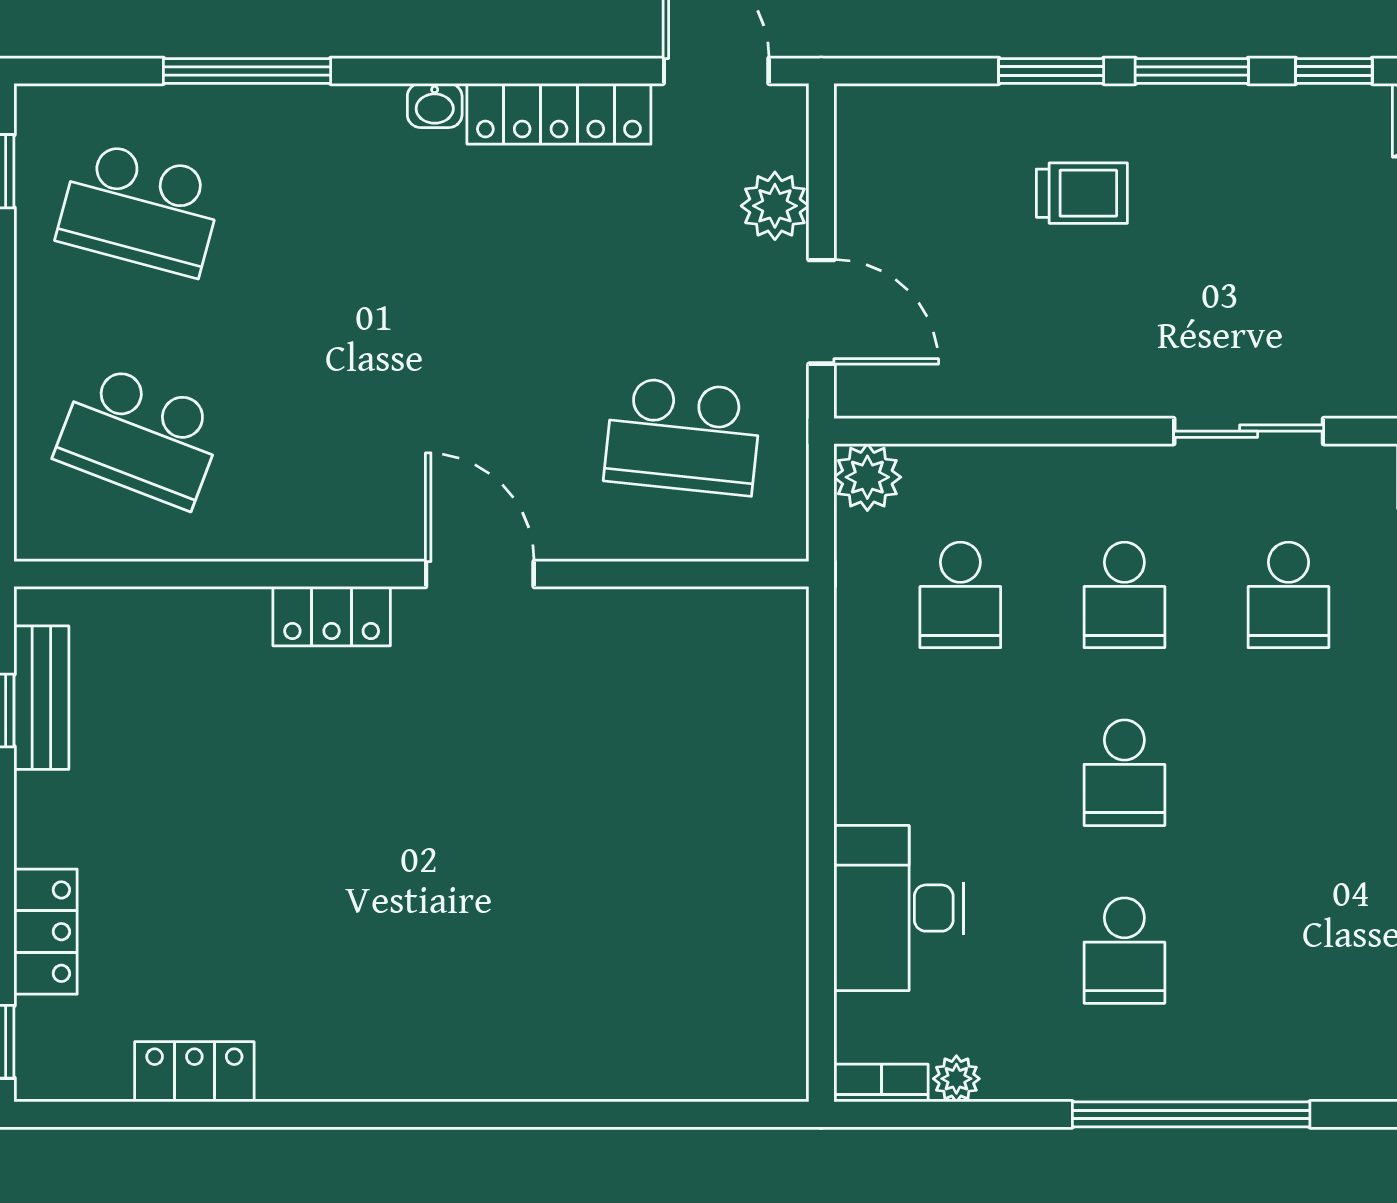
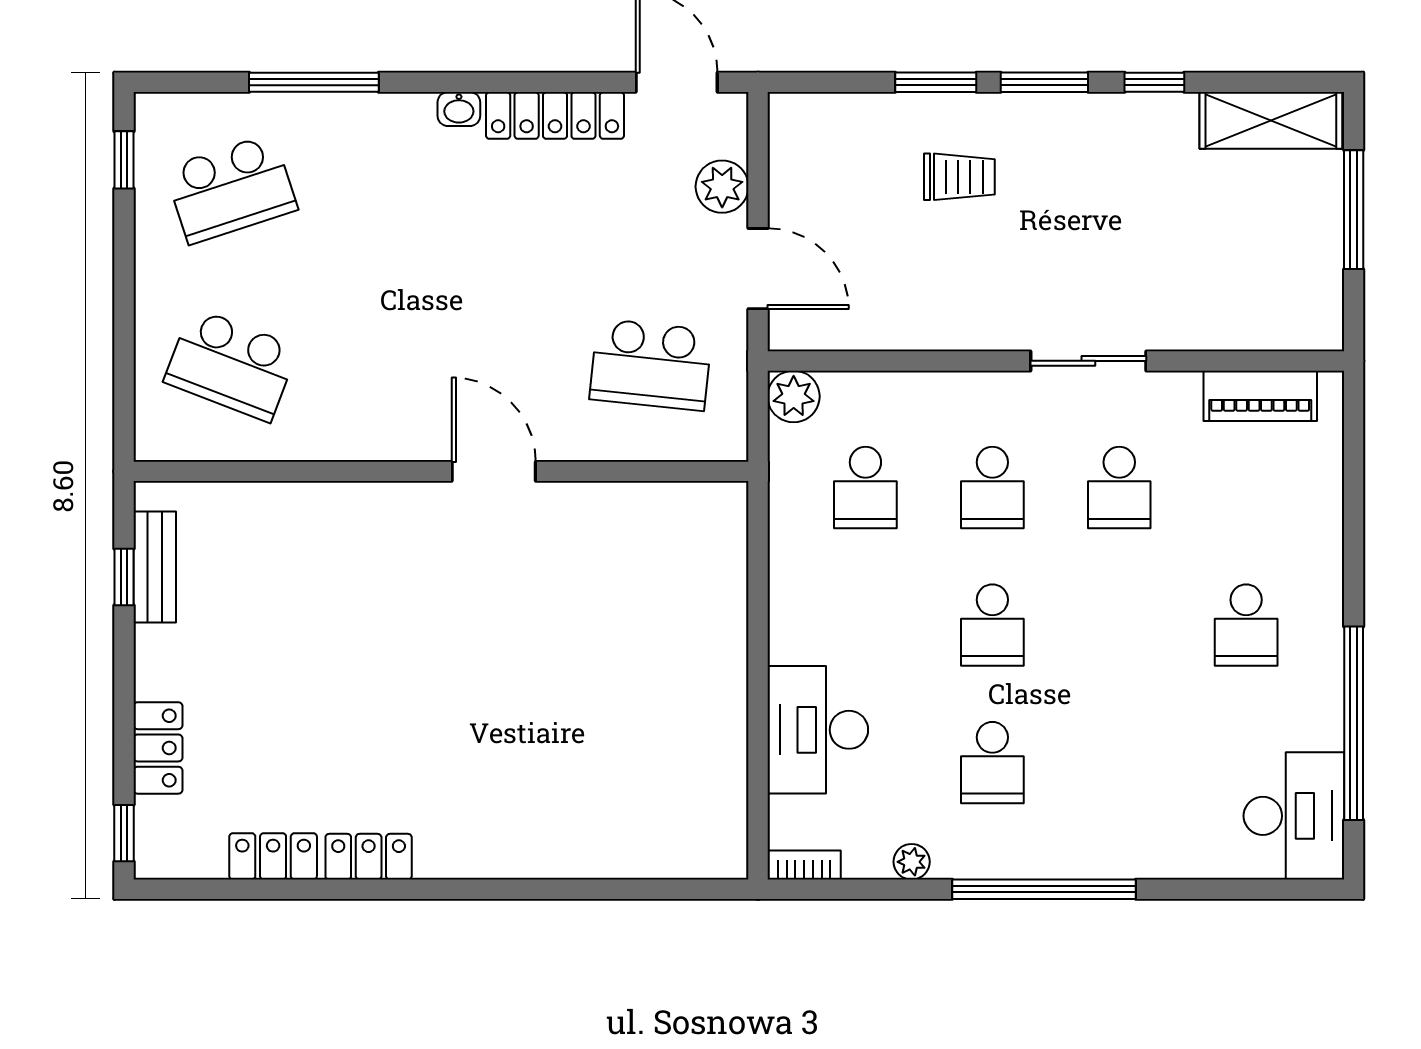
school desk: (140, 209) -> (231, 189), turned -33
locker: (332, 616) -> (369, 857), moved, turned 180
plant: (956, 1079) -> (912, 862), moved

